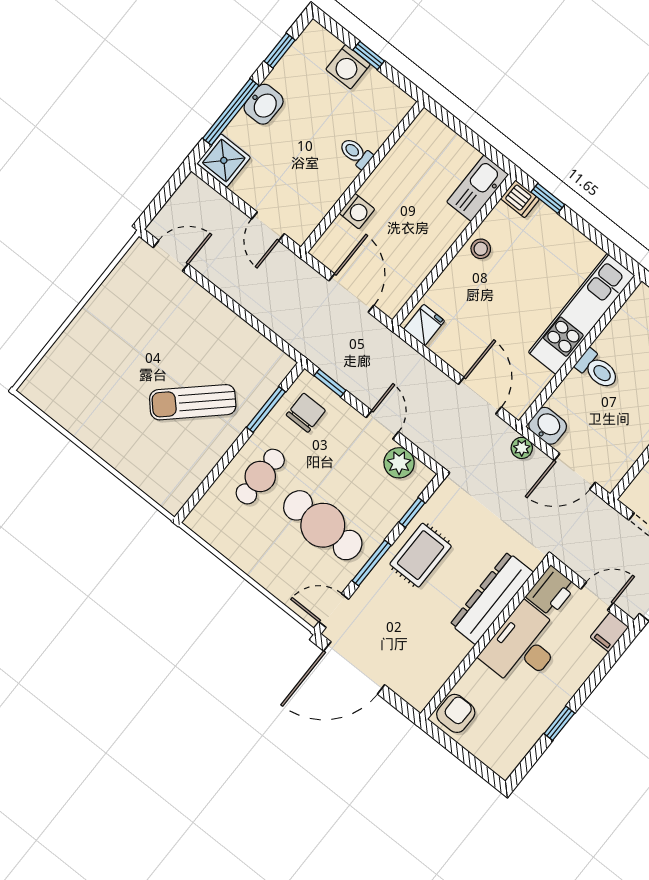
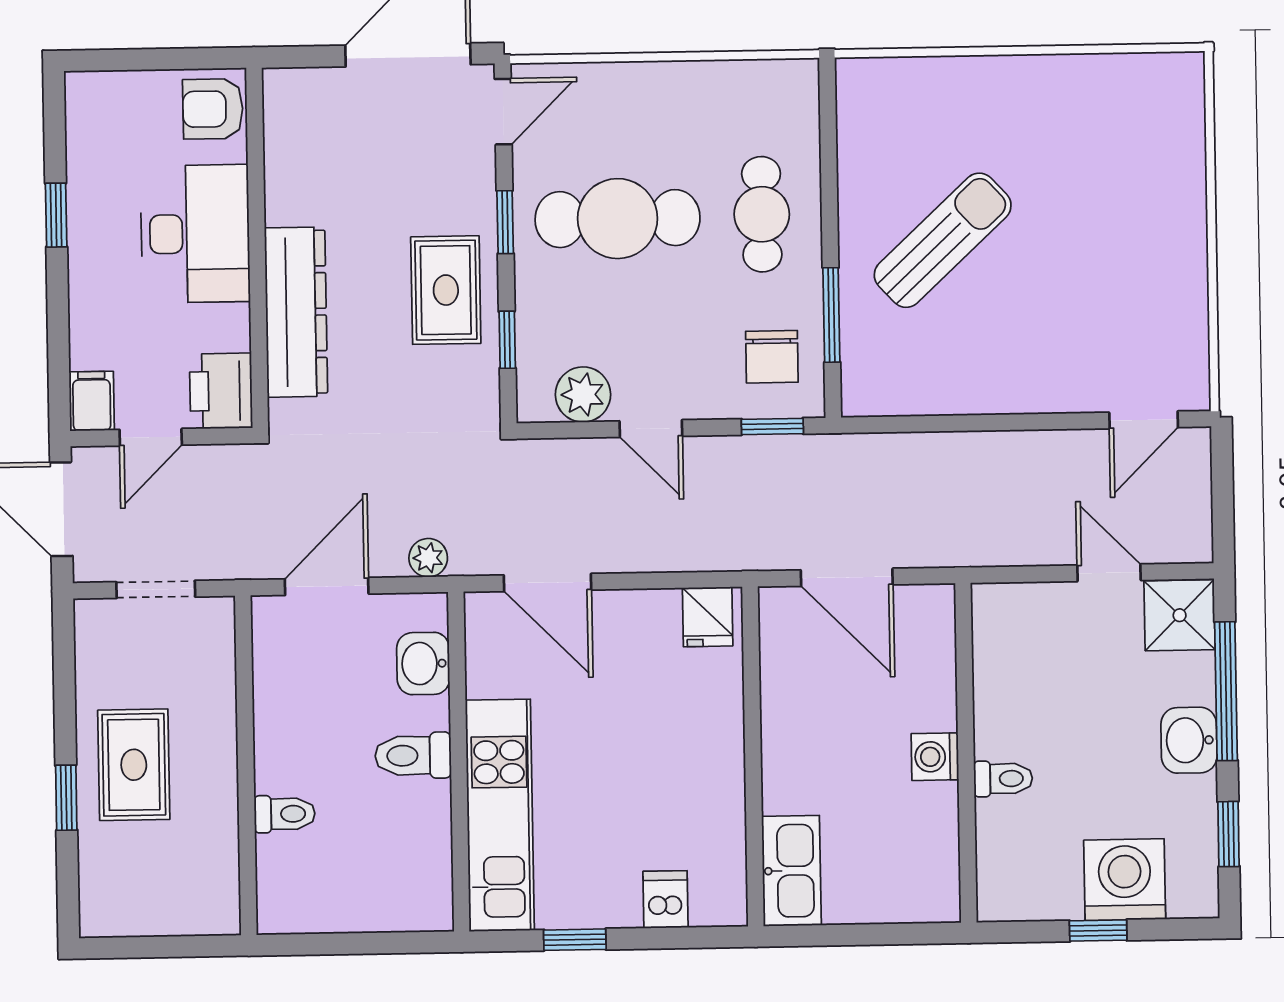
washing machine: (348, 67) -> (1125, 880), width x1.37, depth x1.37
window: (548, 198) -> (575, 940), moved
dishwasher: (520, 199) -> (666, 900), moved, turned 90
washing machine: (357, 211) -> (935, 757), moved
door: (268, 226) -> (1109, 573), moved
stool: (481, 249) -> (717, 789), removed
washbasin: (548, 426) -> (423, 664), moved, turned 90
window: (372, 563) -> (505, 222), width x0.67
desk: (523, 646) -> (195, 234), moved
armchair: (456, 713) -> (213, 109), turned 90

